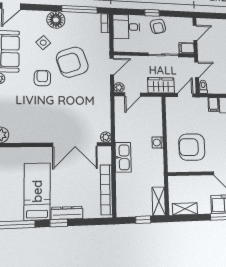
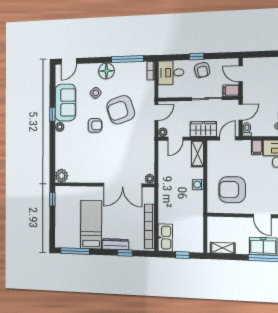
door: (195, 33) -> (241, 74), swing flipped
armchair: (42, 78) -> (95, 125), turned 90
kitchen sink: (123, 157) -> (165, 238), moved
shelving: (159, 201) -> (197, 154), moved
window: (59, 223) -> (125, 253), moved

